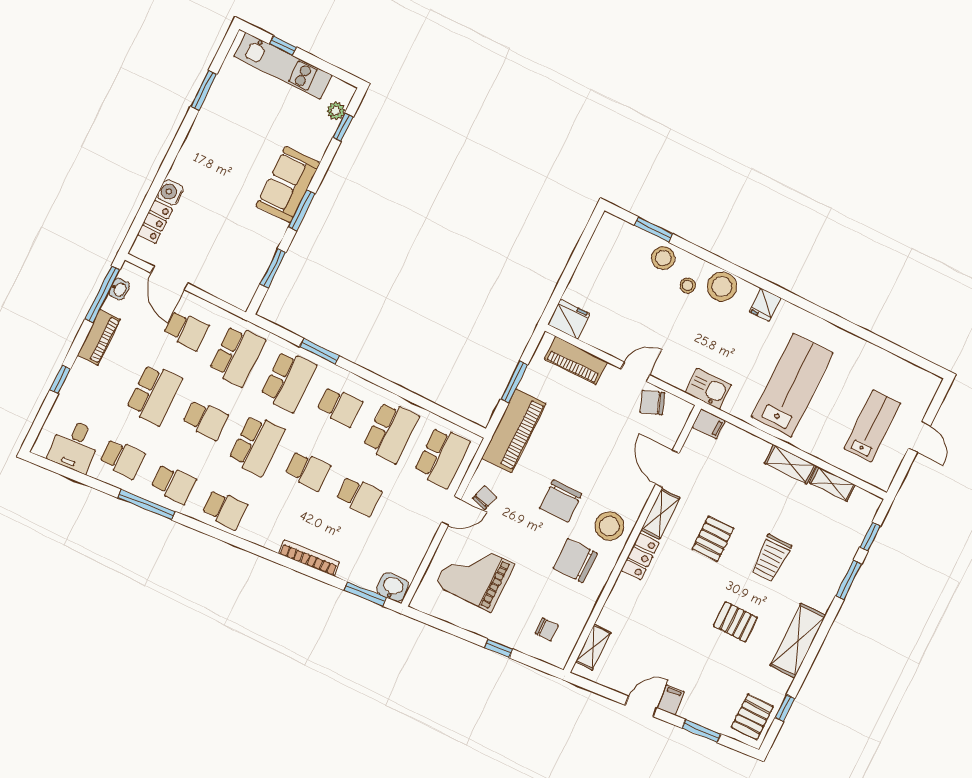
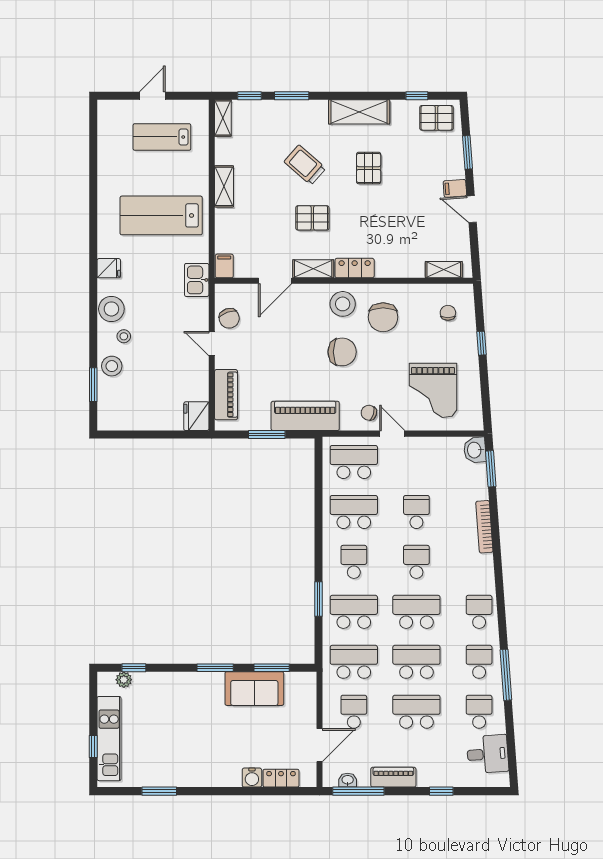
sofa: (288, 184) -> (254, 689), moved
school desk: (205, 420) -> (416, 662), width x1.85
shelving: (832, 484) -> (223, 118), moved
trolley: (771, 558) -> (305, 165), turned -139

